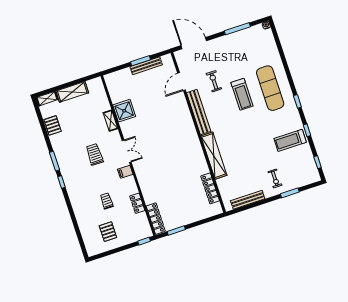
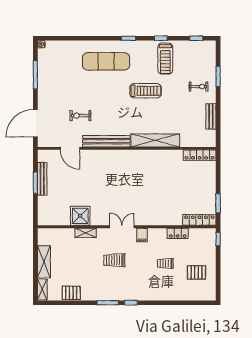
treadmill: (242, 94) -> (146, 91), moved
locker: (210, 188) -> (200, 155), moved
bench: (248, 200) -> (211, 116), width x0.73

